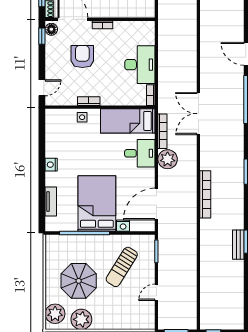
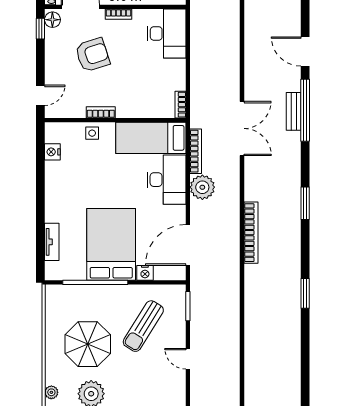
armchair: (82, 57) -> (92, 55), turned 72
desk: (140, 65) -> (167, 33), moved
double door: (198, 114) -> (242, 128), swing flipped
desk: (140, 153) -> (167, 180), width x1.37
nightstand: (51, 165) -> (52, 152), moved
bench: (238, 245) -> (294, 111), moved
door: (156, 292) -> (188, 359), hinge flipped
plant: (55, 314) -> (51, 392), width x0.53, depth x0.53

